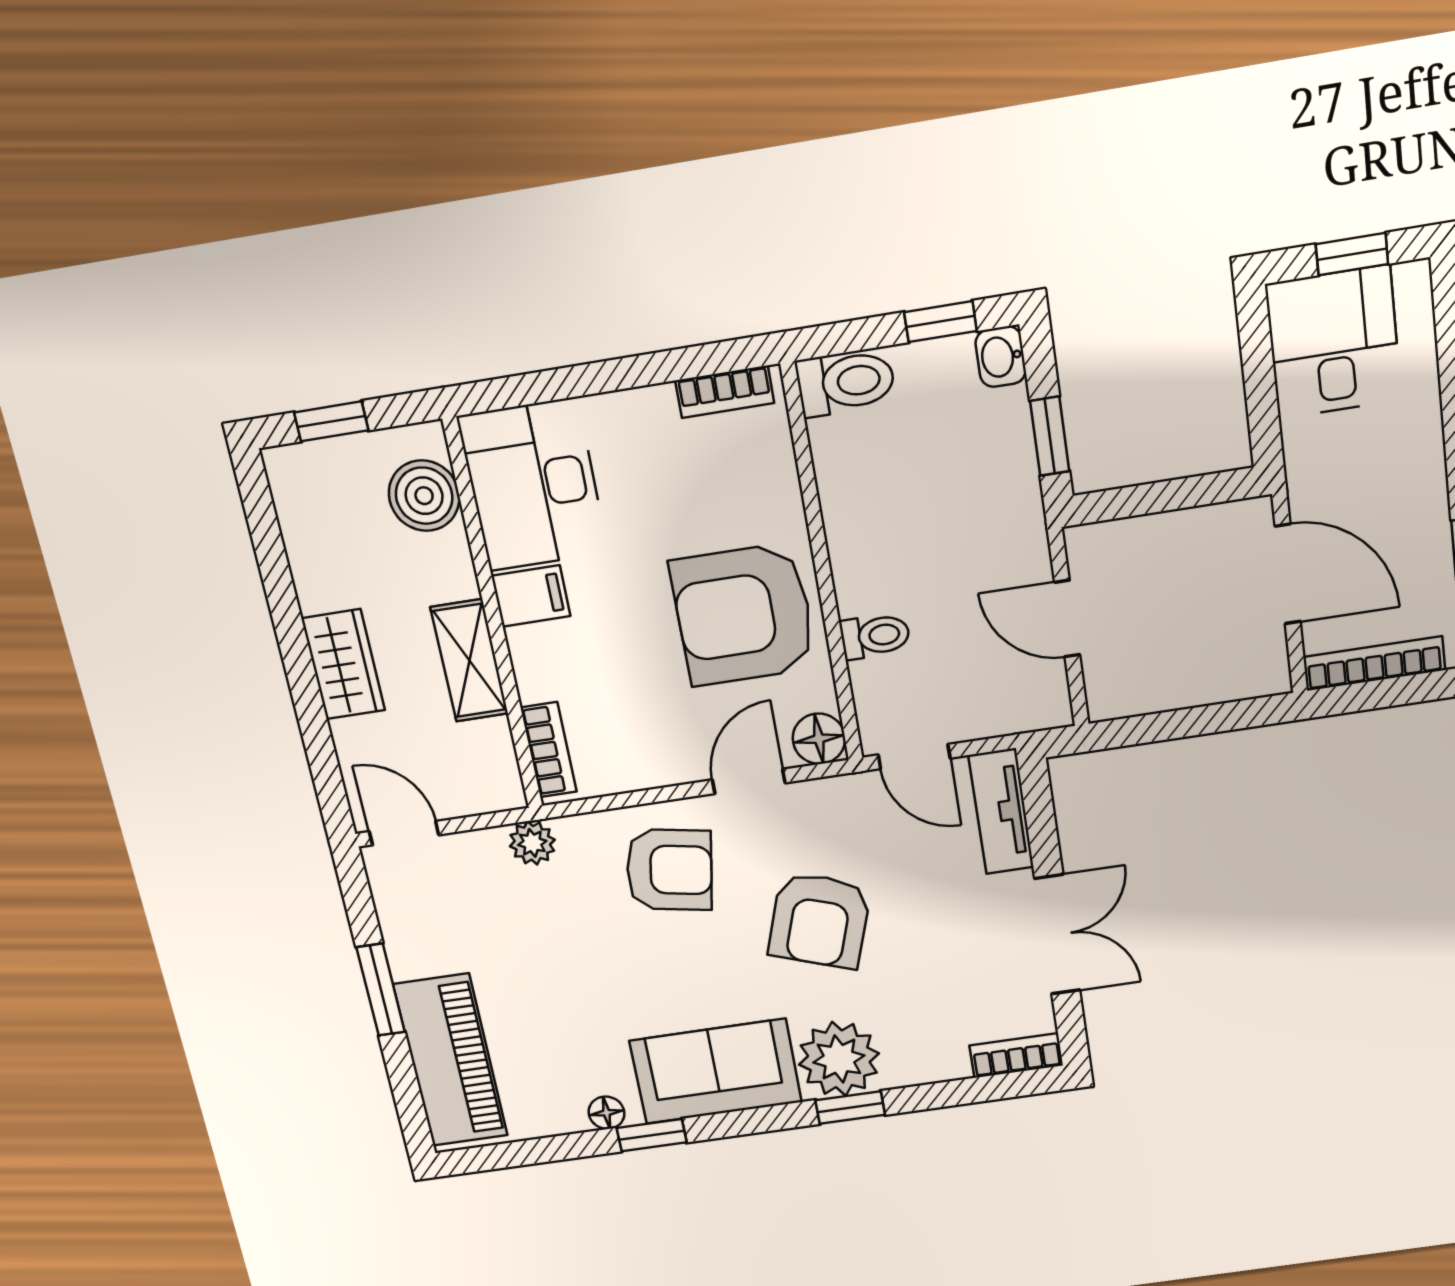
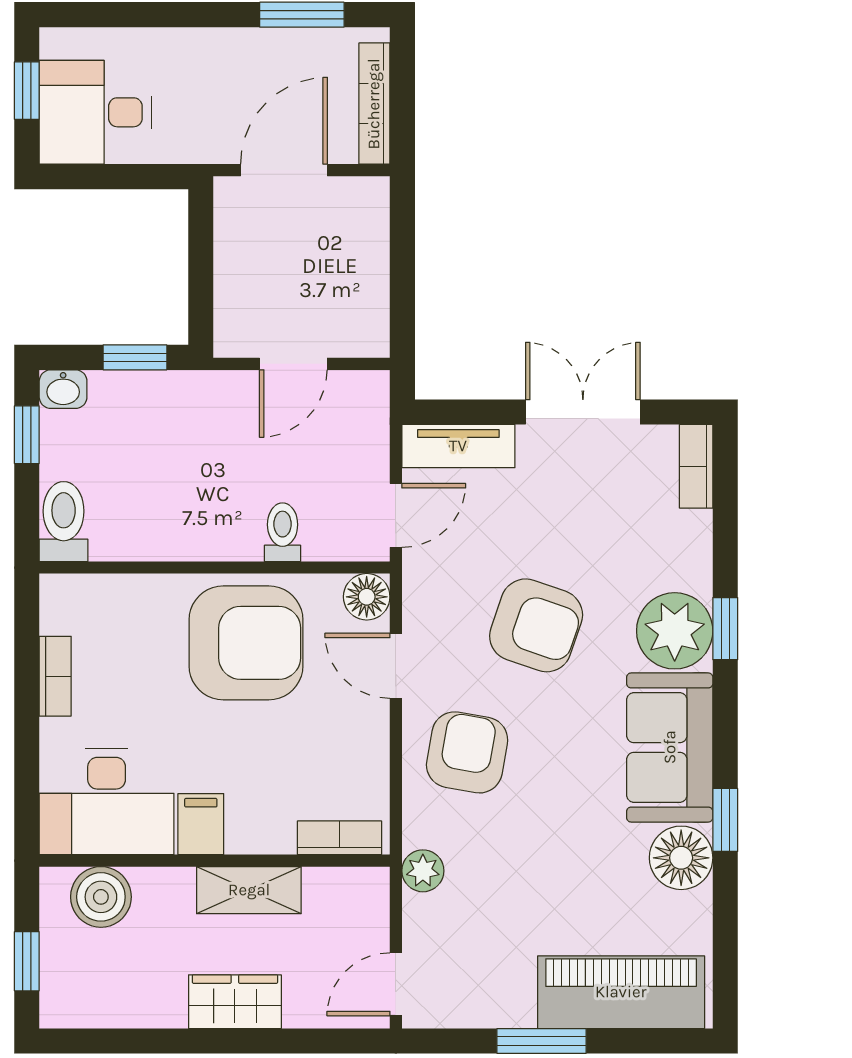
bookcase: (725, 392) -> (55, 676), moved
armchair: (744, 615) -> (246, 643), turned -90
floor lamp: (607, 1113) -> (681, 858), width x1.89, depth x1.89

